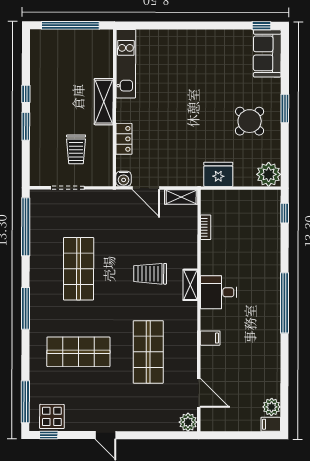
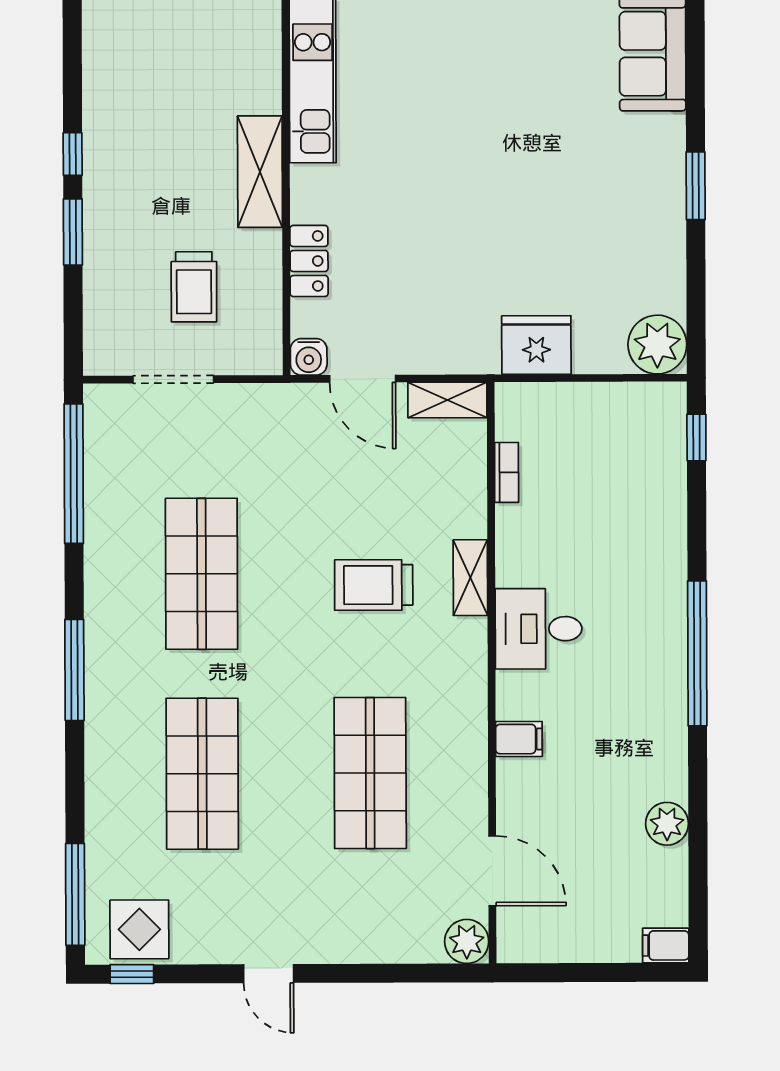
round table: (250, 121) -> (611, 217), removed
shelving: (190, 285) -> (470, 578), moved
shop shelf: (78, 352) -> (202, 774), turned 90
plant: (272, 407) -> (667, 824), moved

